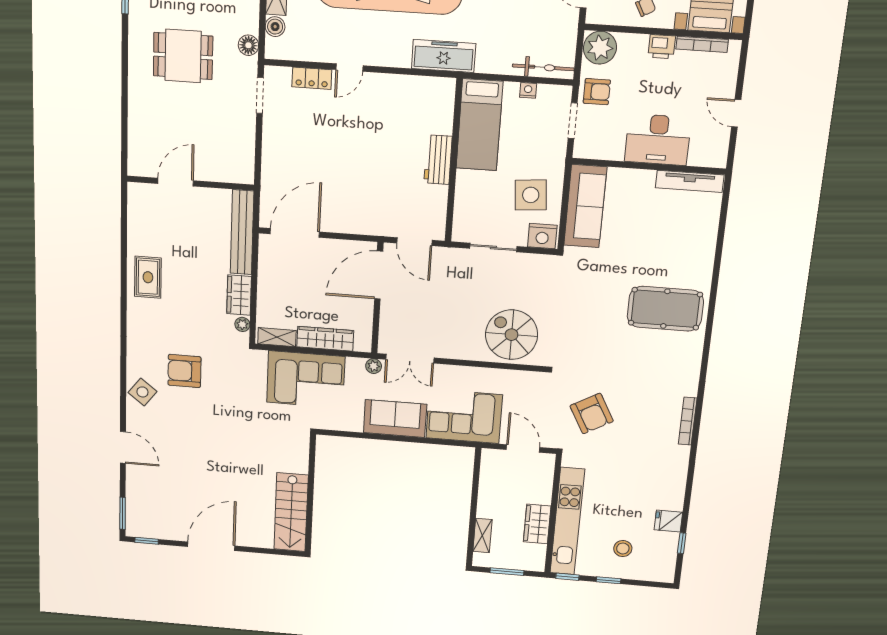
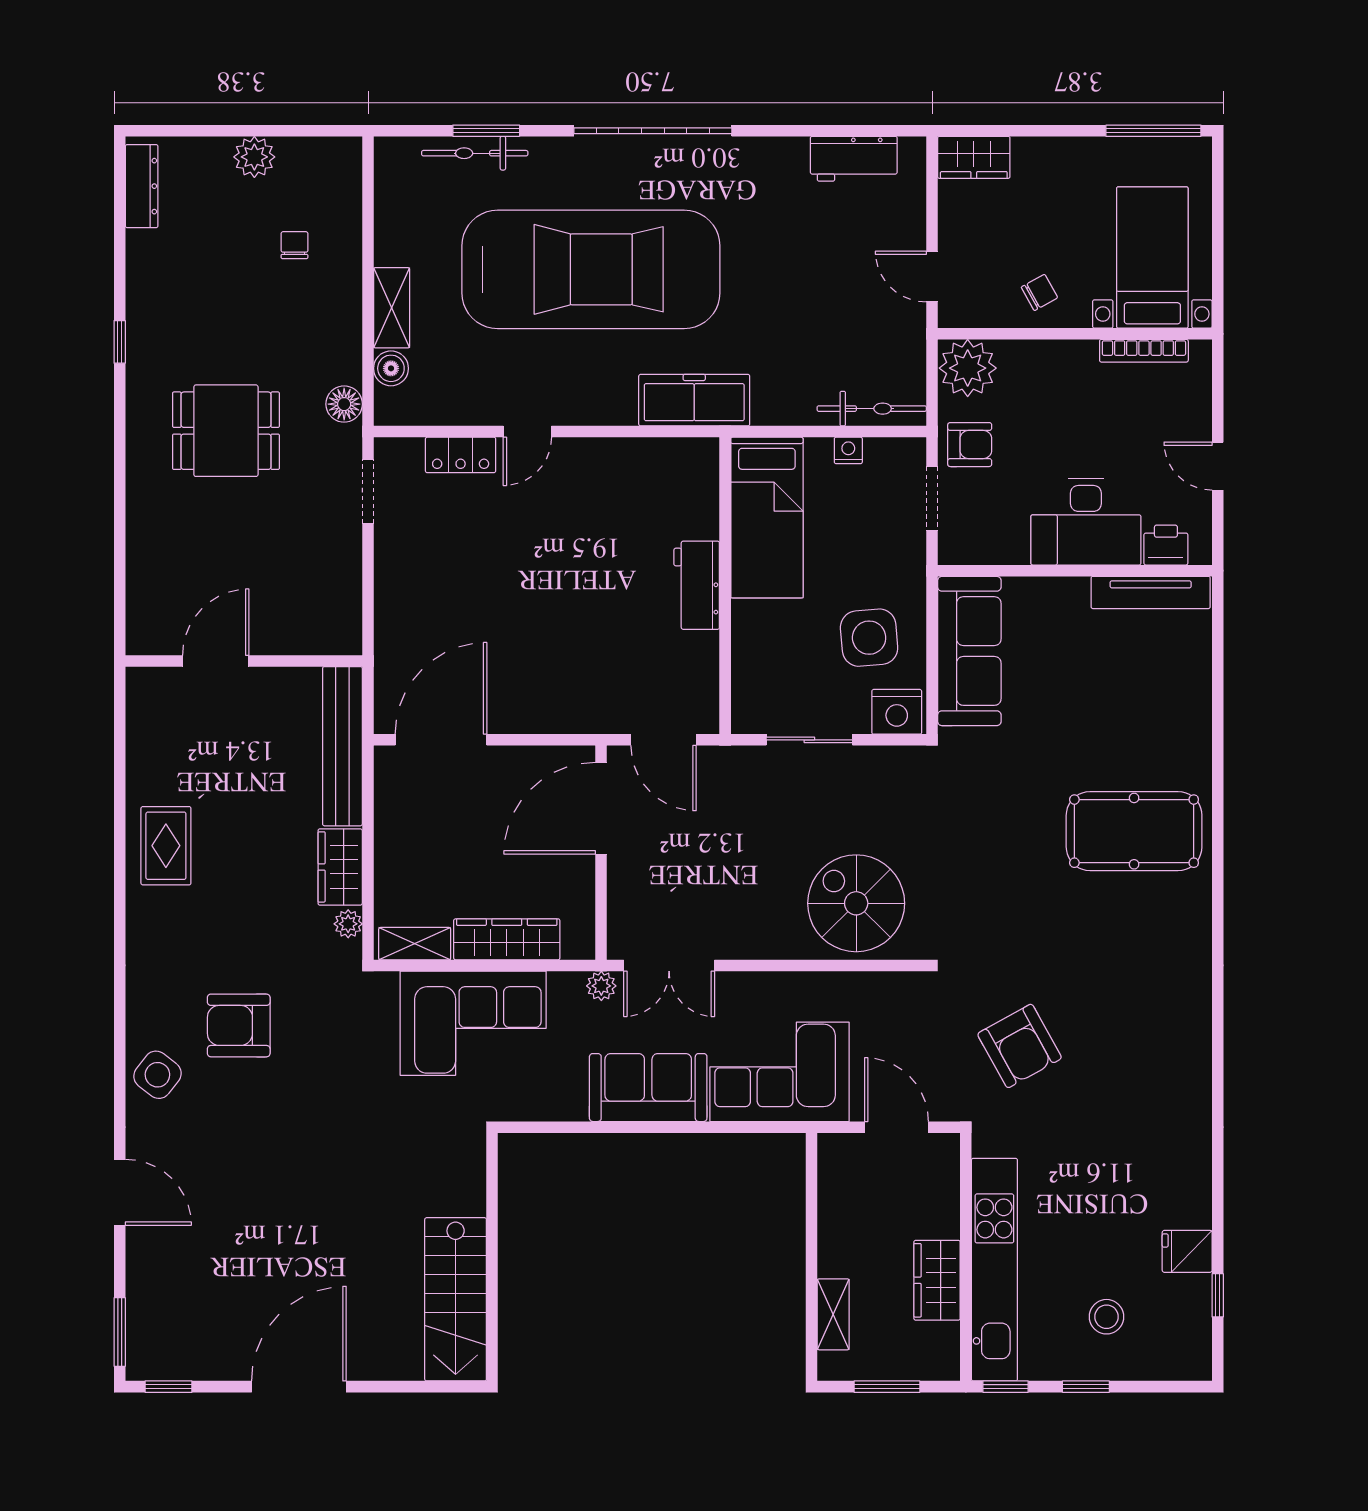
printer: (662, 47) -> (1166, 545), moved, turned 180
bookcase: (688, 421) -> (1200, 1046), removed

